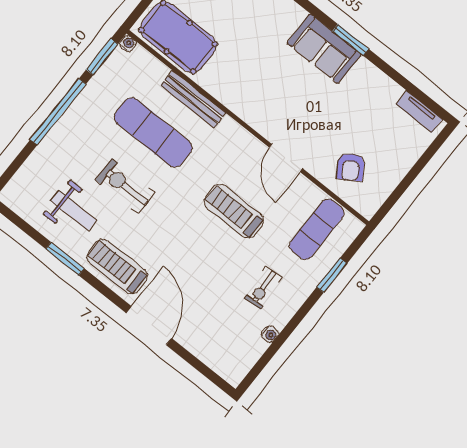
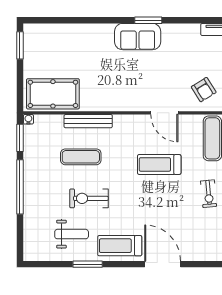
exercise mat: (153, 132) -> (81, 157), width x0.73, depth x0.69

